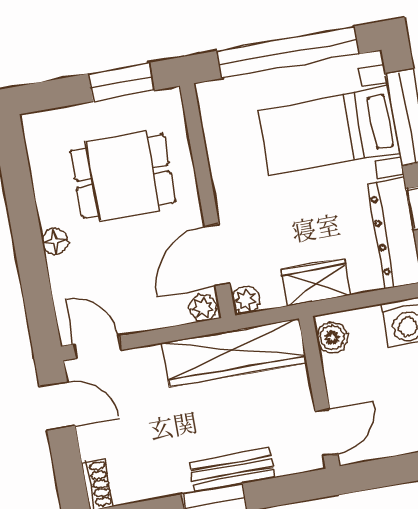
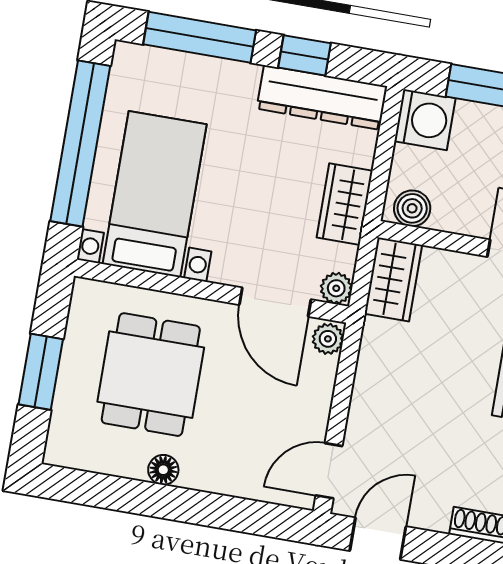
window: (121, 82) -> (41, 372), moved
bed with nightstands: (329, 131) -> (155, 194), moved, turned 180
floor lamp: (55, 241) -> (163, 470), moved
wardrobe: (234, 353) -> (393, 279), width x0.48, depth x0.85

